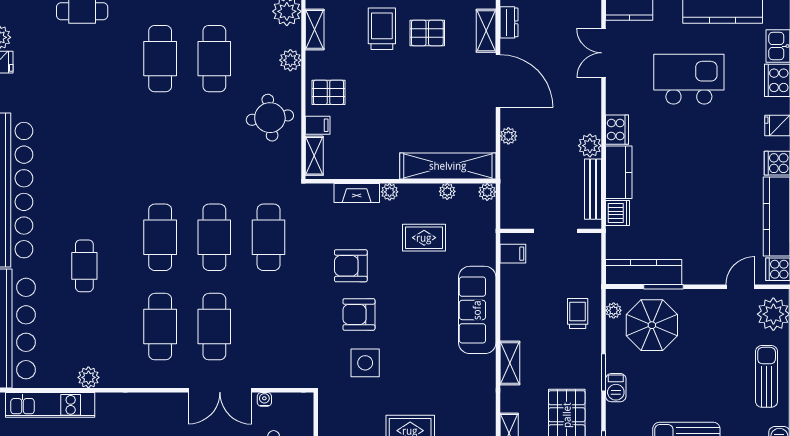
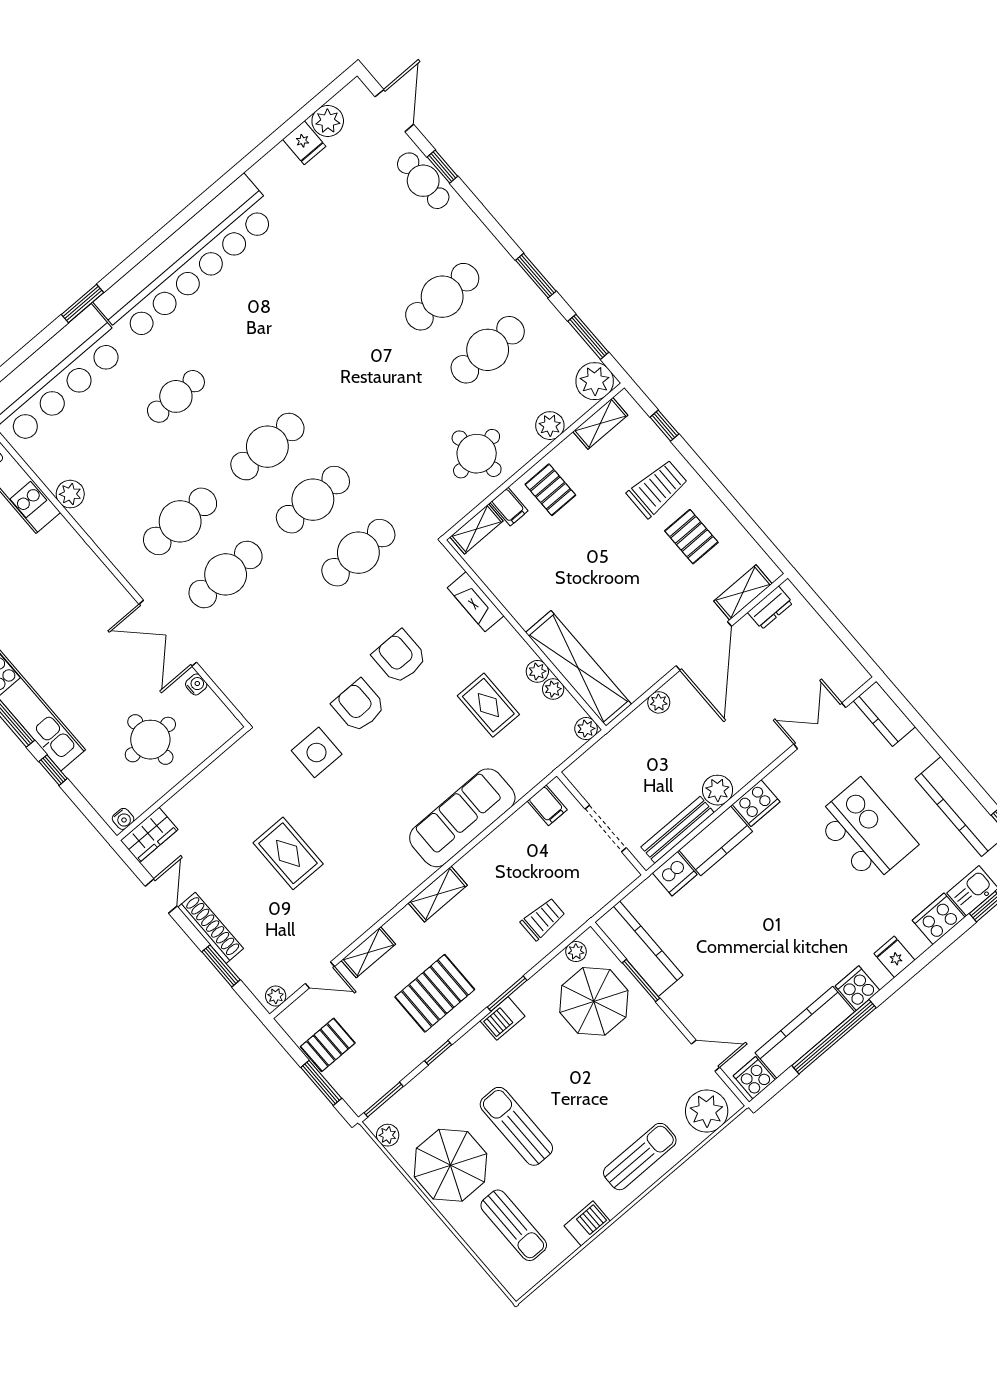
plant: (390, 192) -> (537, 671), moved

